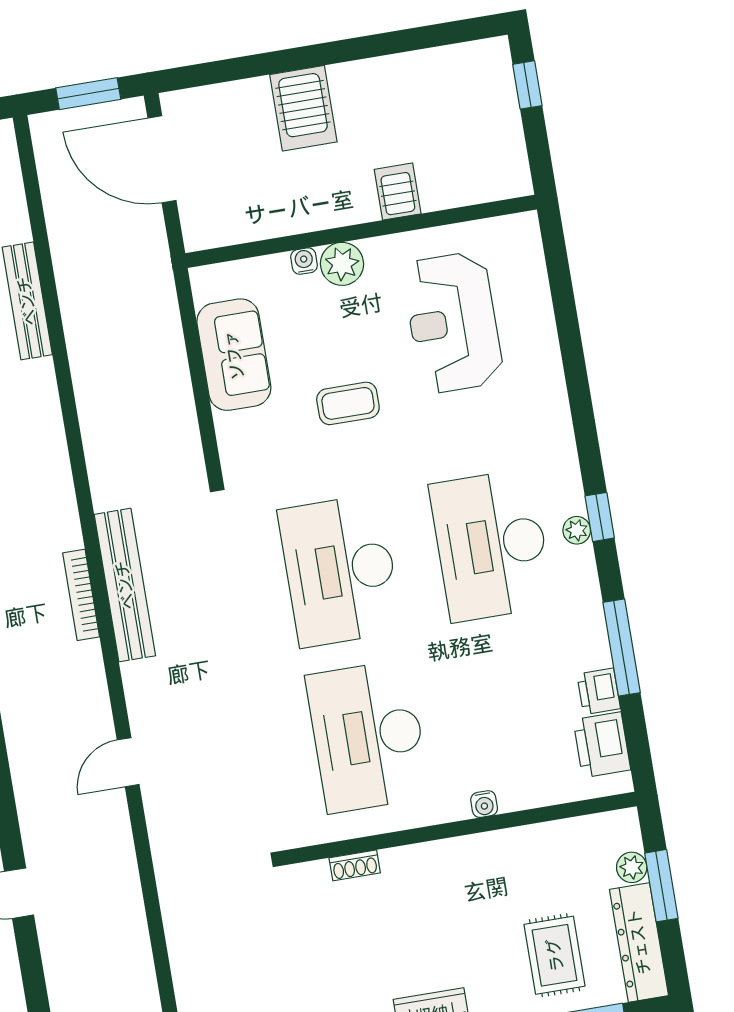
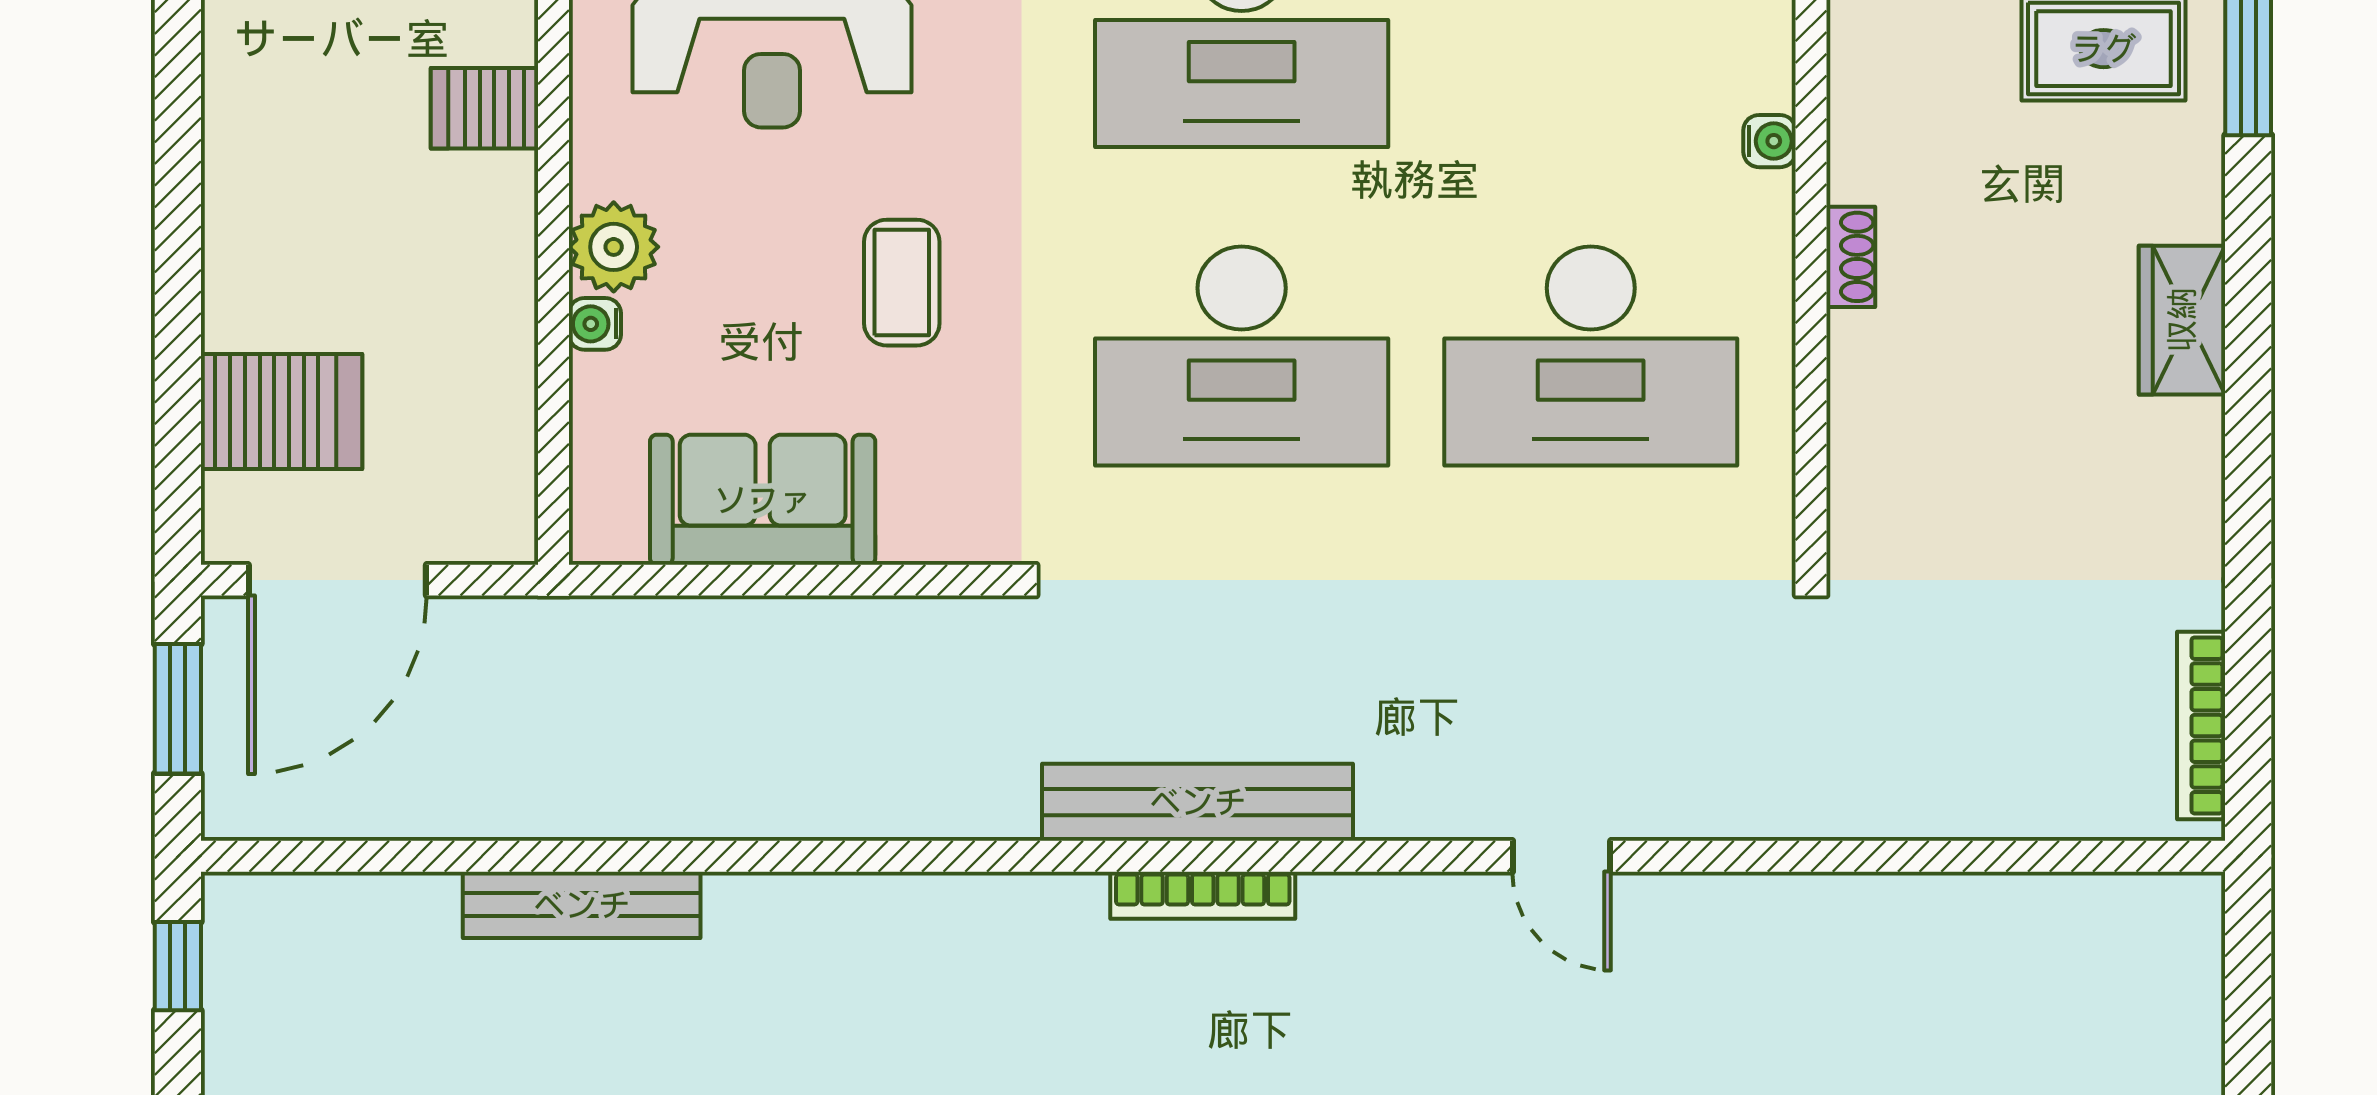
server rack: (303, 108) -> (281, 412), moved
shoe rack: (355, 865) -> (1851, 257), moved

